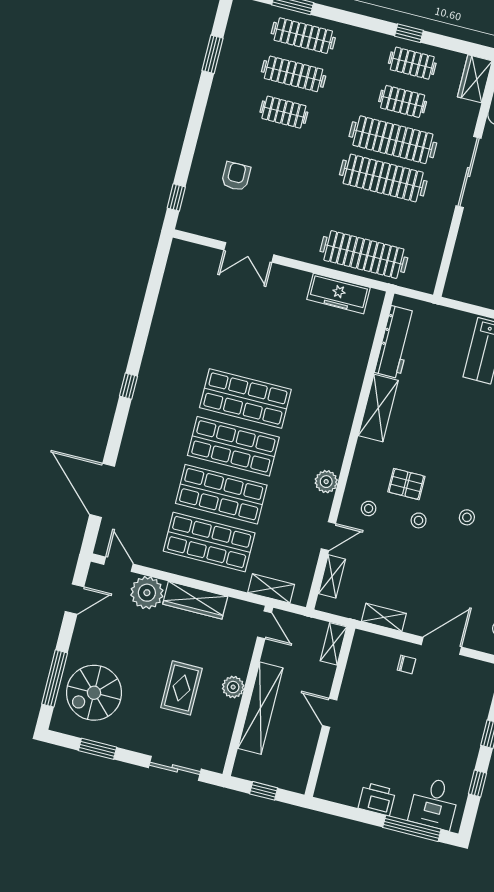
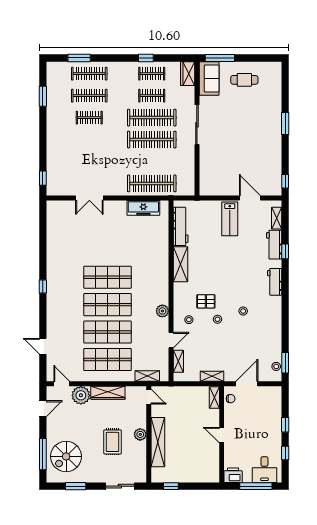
armchair: (236, 176) -> (72, 159), removed
door: (102, 490) -> (43, 346), width x0.53
shelving: (333, 644) -> (214, 397), moved
wall: (330, 712) -> (222, 434), moved
door: (330, 713) -> (222, 435), moved

